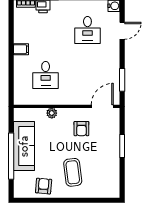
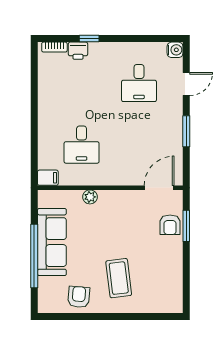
filing cabinet: (21, 49) -> (48, 178), moved
window: (122, 80) -> (186, 131), moved
armchair: (81, 129) -> (170, 225), moved
window: (122, 146) -> (186, 226), moved

